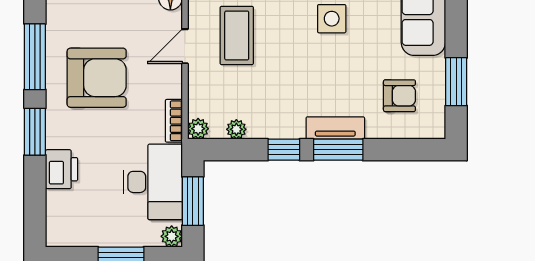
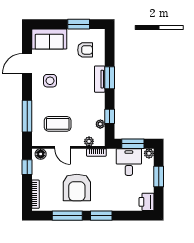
armchair: (97, 78) -> (77, 188), turned 180
armchair: (399, 96) -> (85, 50), turned 90
plant: (198, 129) -> (89, 141), moved
window: (284, 150) -> (110, 116), moved
printer: (62, 169) -> (147, 202), moved, turned -90
desk: (153, 182) -> (129, 162), width x0.73

